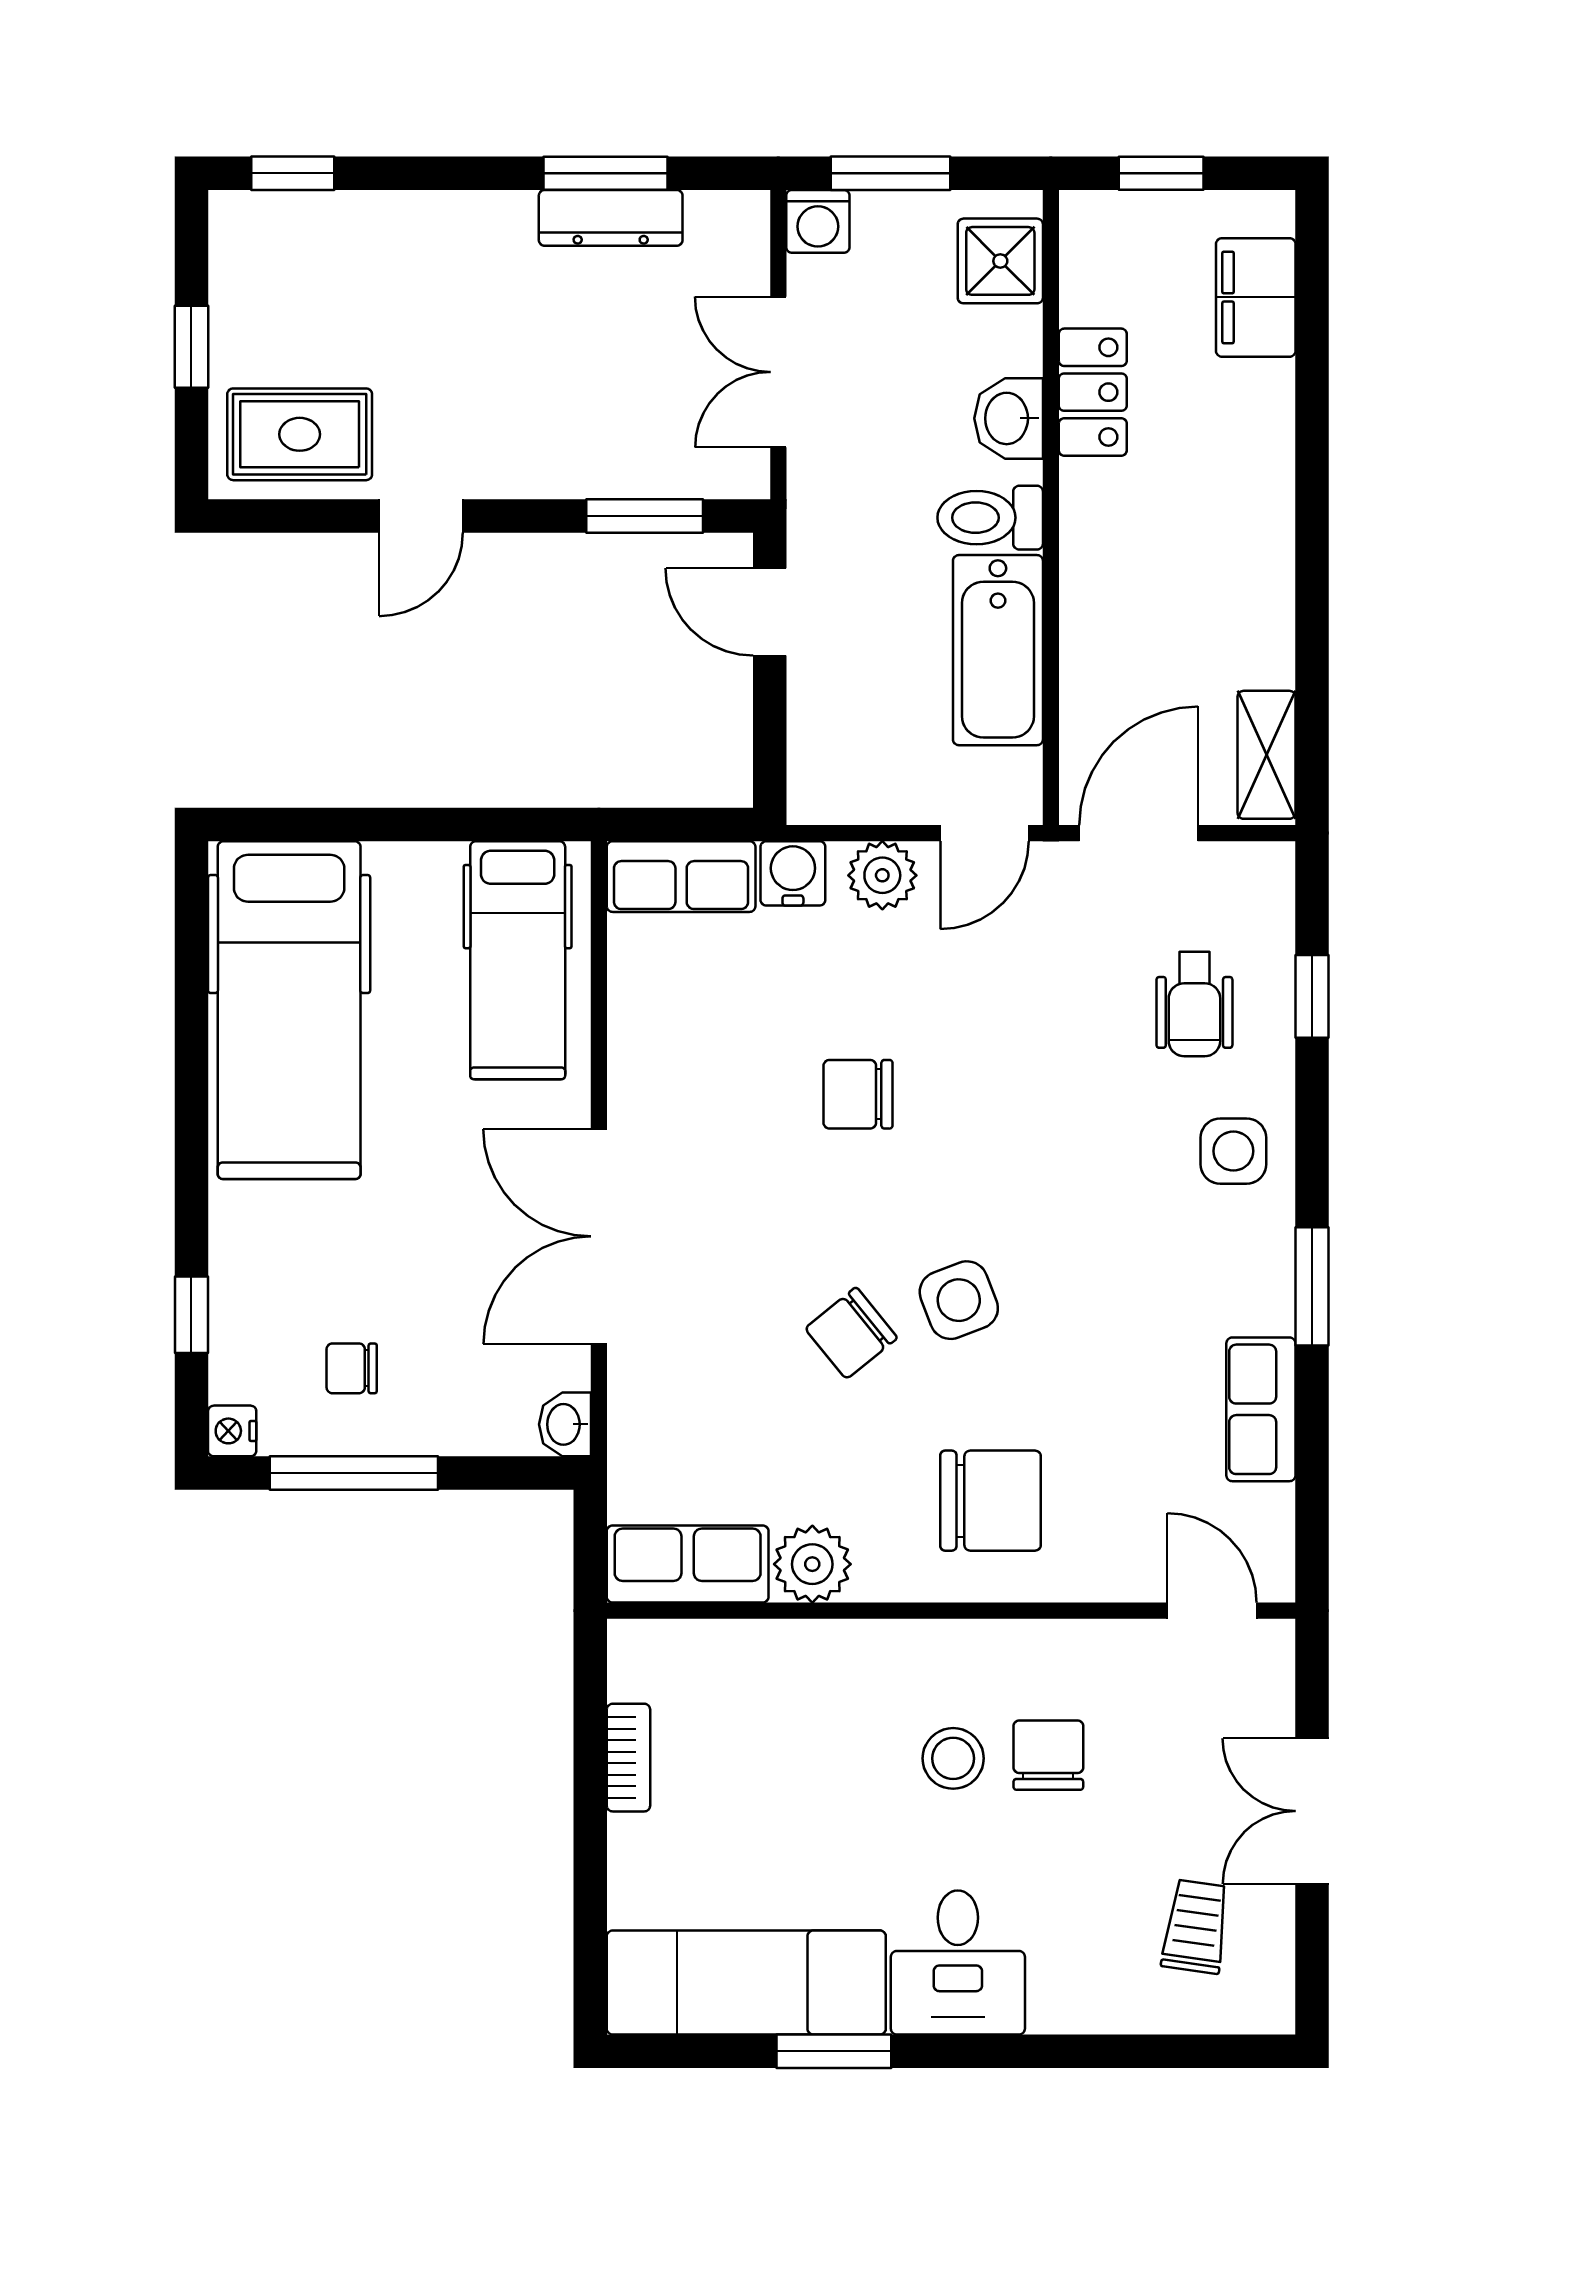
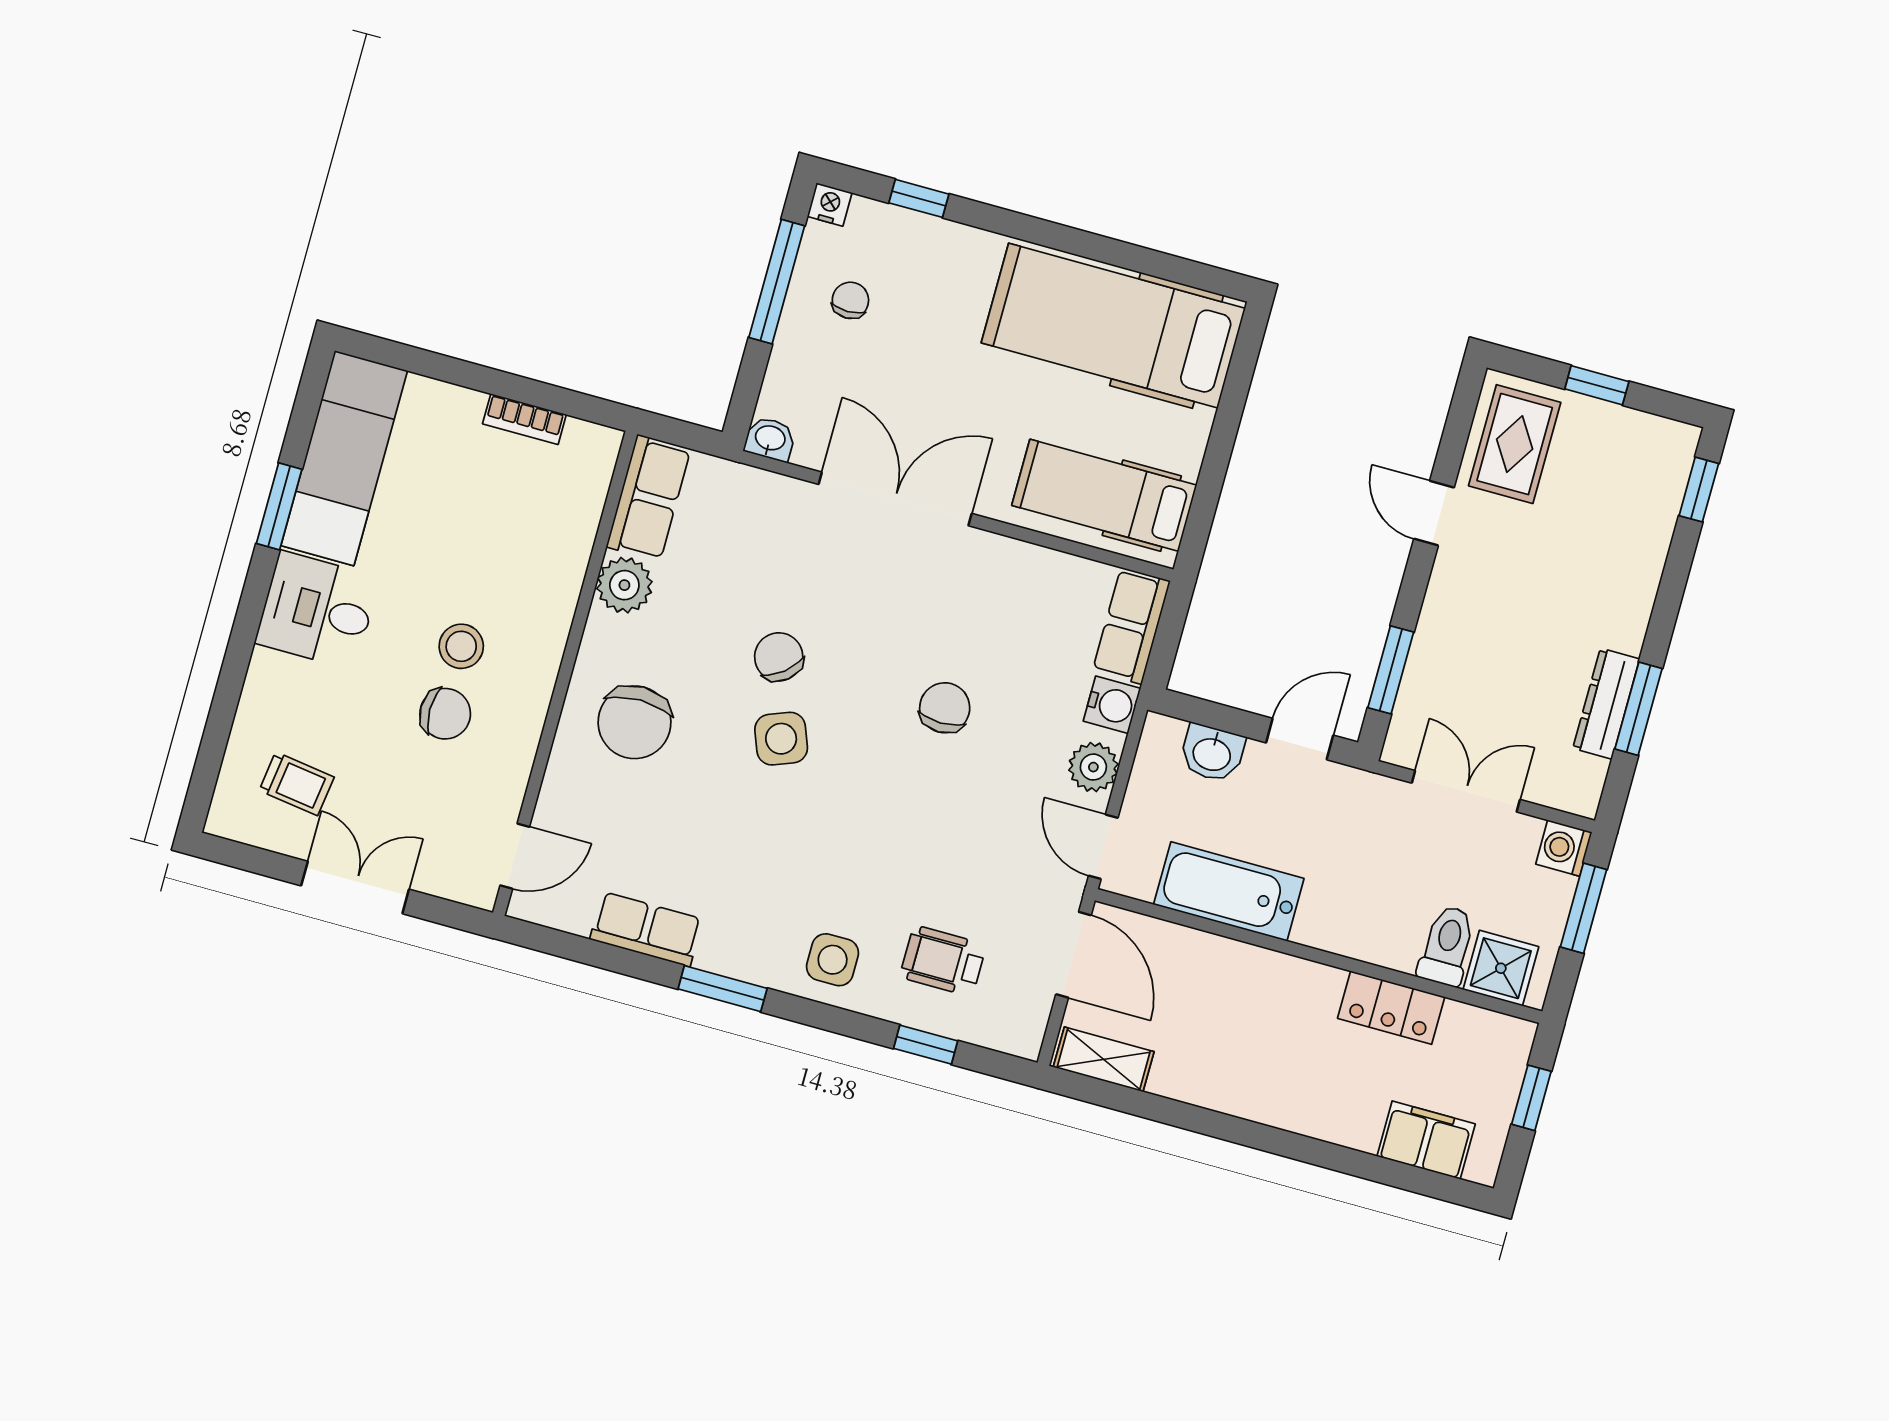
washbasin: (1009, 418) -> (1212, 753), moved, turned 180
toilet: (990, 518) -> (1447, 946), moved

